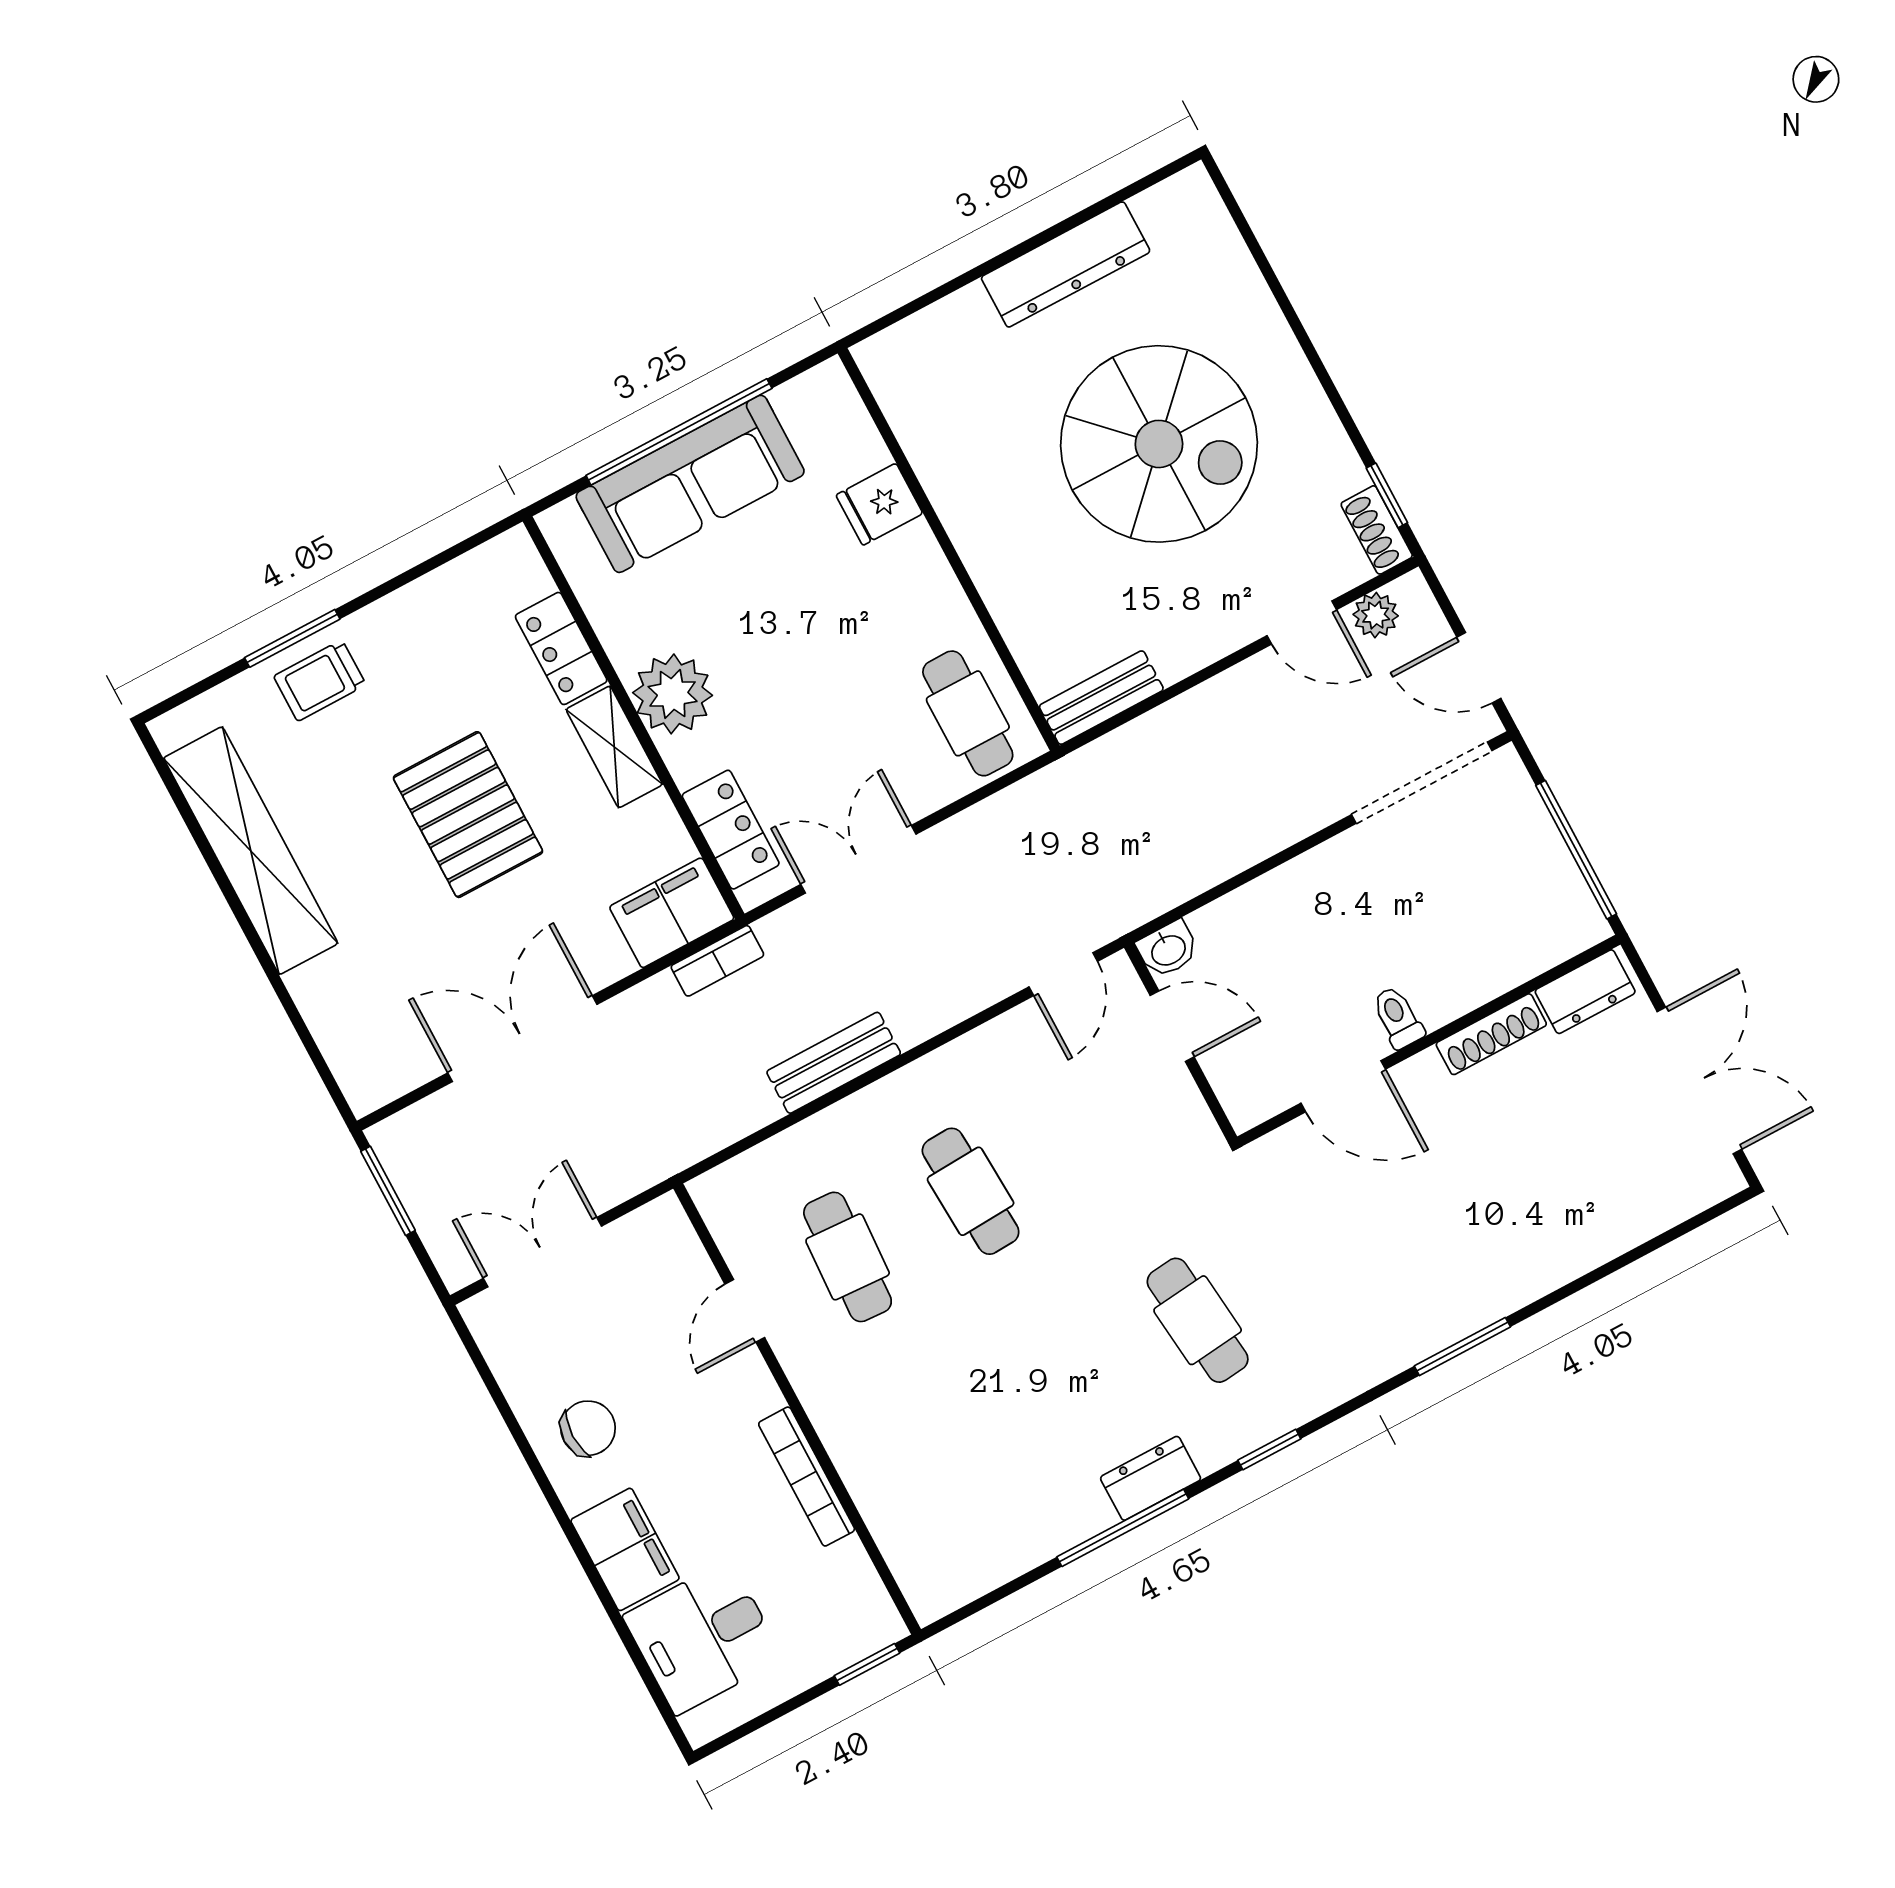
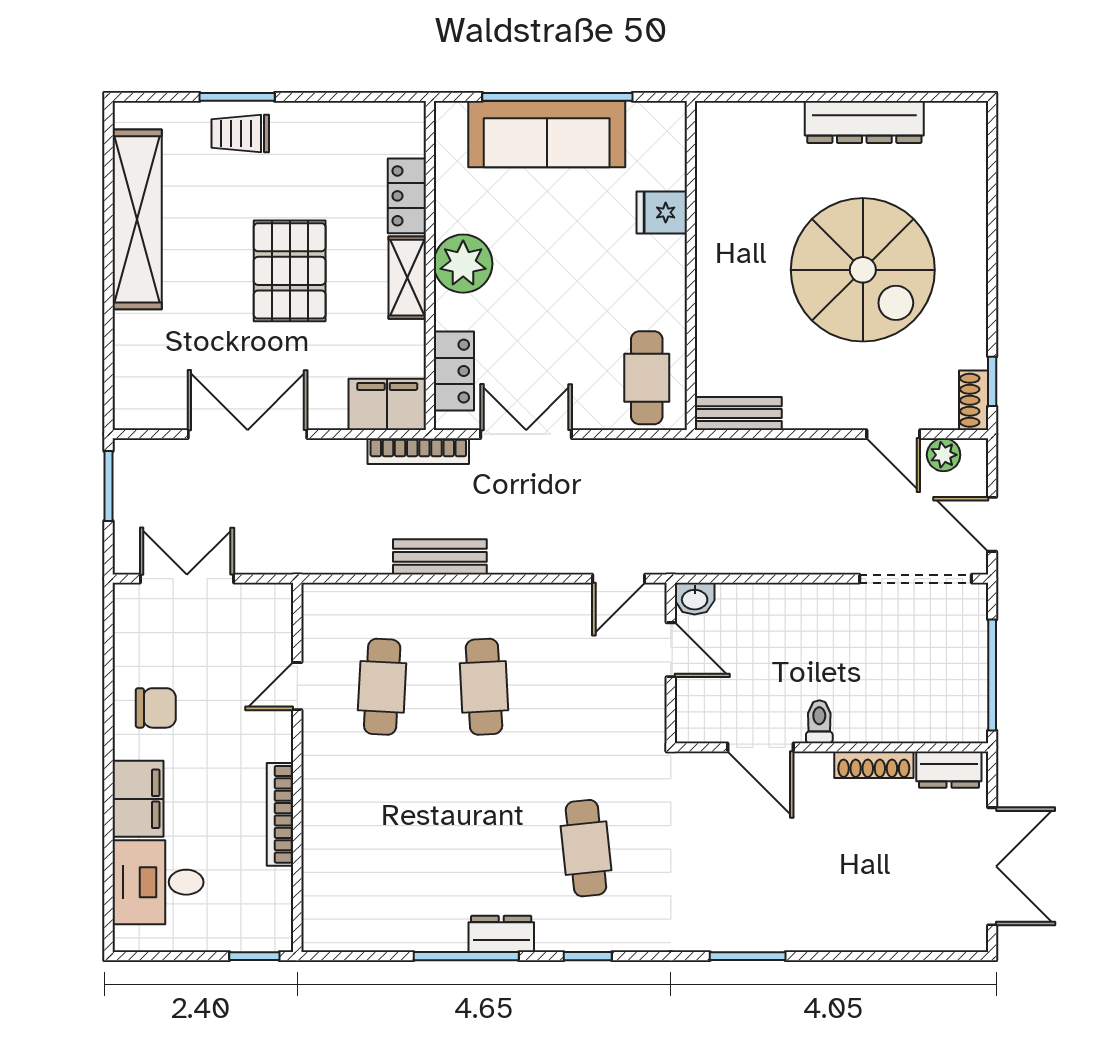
bookcase: (717, 961) -> (418, 451), width x1.56

